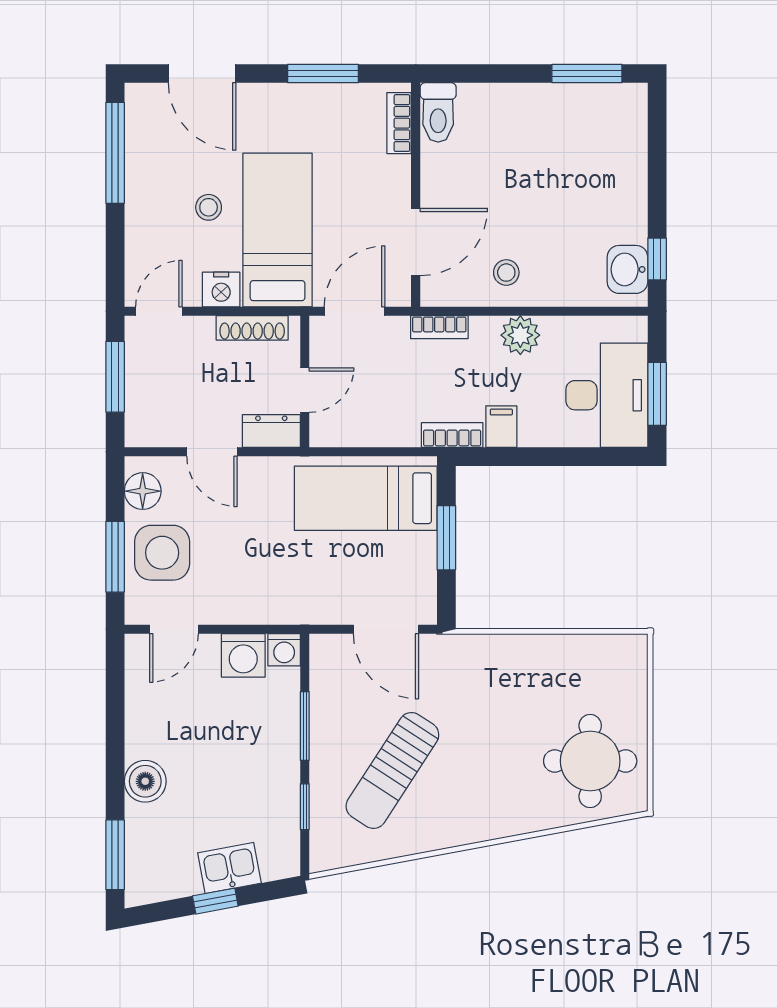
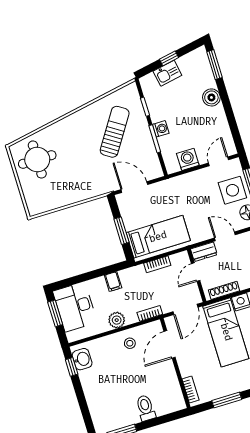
toilet: (438, 112) -> (146, 408), moved
bookcase: (452, 435) -> (157, 264), moved
washing machine: (284, 650) -> (161, 129), moved, turned 90

